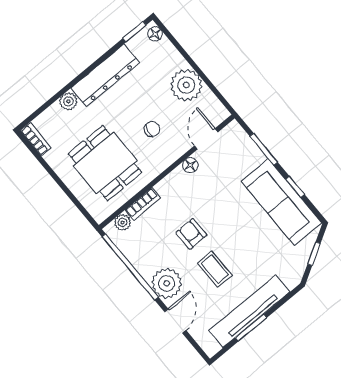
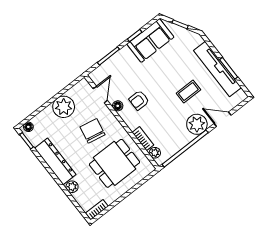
chair: (152, 129) -> (92, 131), width x1.87, depth x1.87
door: (206, 139) -> (100, 95), swing flipped
sofa: (281, 202) -> (150, 41), width x0.73
armchair: (191, 234) -> (139, 100), moved

